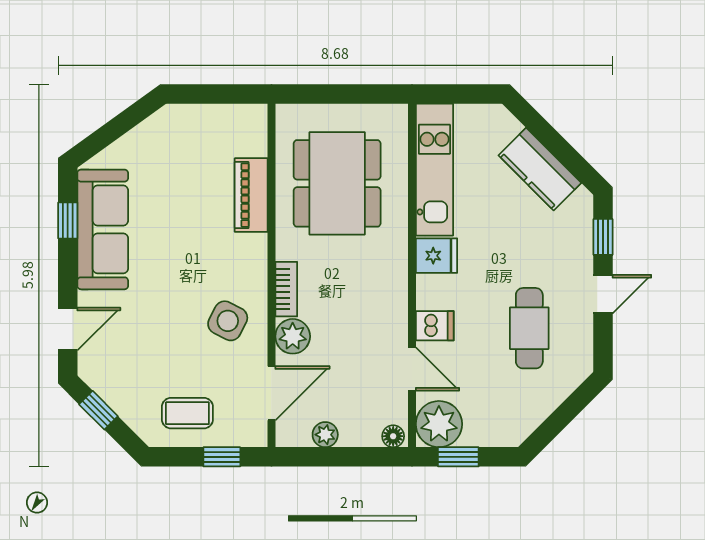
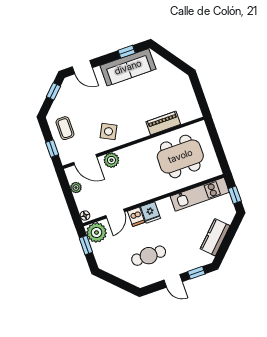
window: (462, 94) -> (235, 195), added
fridge: (437, 256) -> (150, 212), moved
bookcase: (286, 289) -> (130, 151), removed

